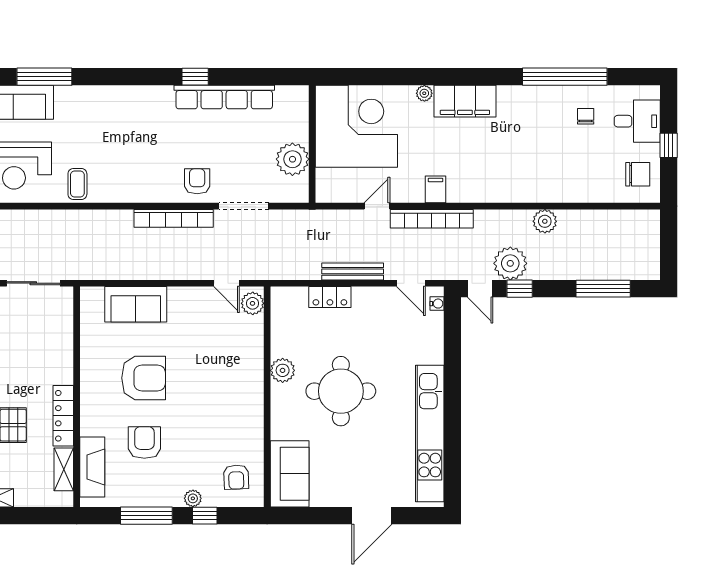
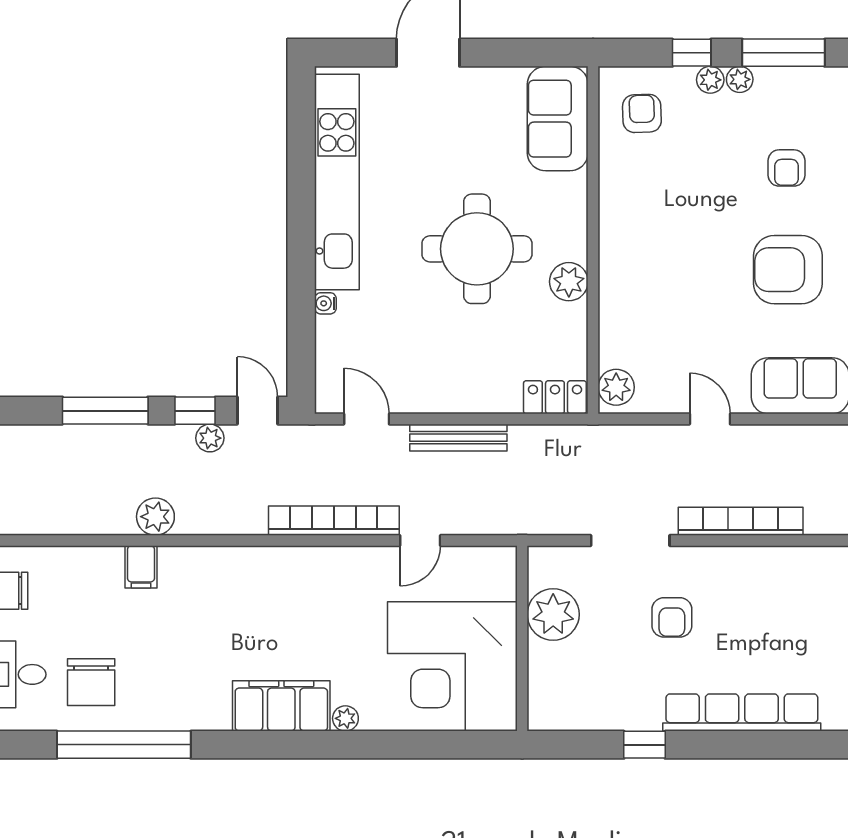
window: (195, 77) -> (644, 745), moved
row of seats: (224, 97) -> (742, 712), moved
chair: (586, 116) -> (91, 682), width x1.87, depth x1.87
armchair: (197, 181) -> (672, 617), moved
filing cabinet: (436, 189) -> (141, 567), moved
plant: (510, 263) -> (210, 438), width x0.53, depth x0.53
door: (226, 283) -> (710, 419), moved
window: (603, 289) -> (105, 411), moved
locker: (330, 297) -> (555, 397), moved
water cooler: (437, 304) -> (325, 303), moved
armchair: (144, 442) -> (787, 168), width x0.72, depth x0.72
plant: (174, 499) -> (740, 79), added

